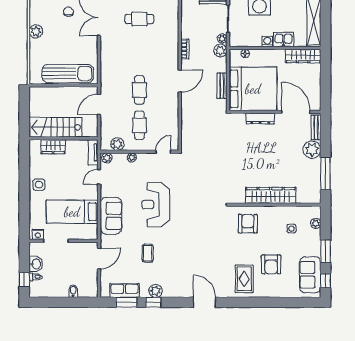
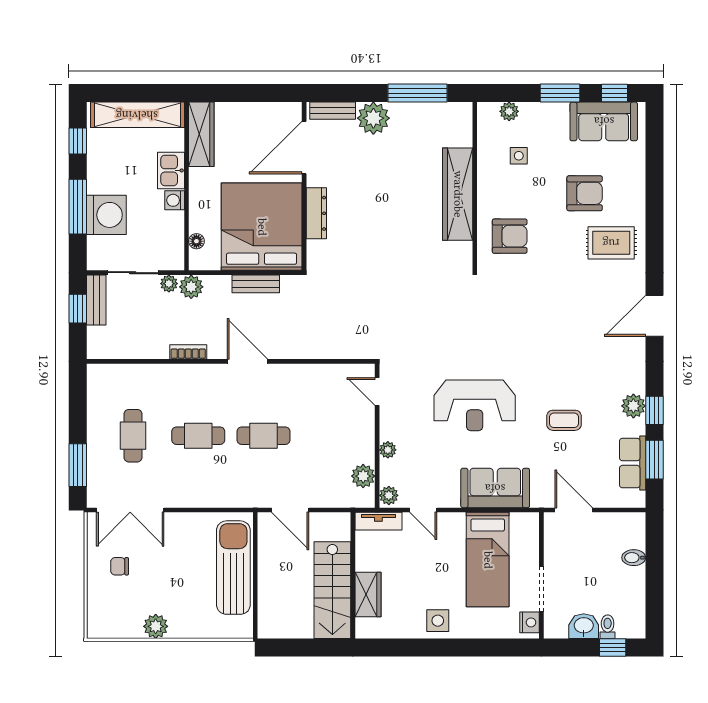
cafe table: (139, 125) -> (198, 436), moved
armchair: (248, 224) -> (510, 236), turned 180

